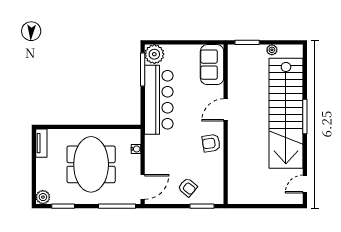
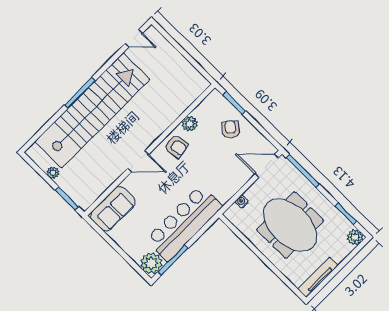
tv unit: (41, 143) -> (318, 277), width x1.41
meeting table: (91, 164) -> (290, 225), turned 90
plant: (217, 165) -> (190, 124), added

